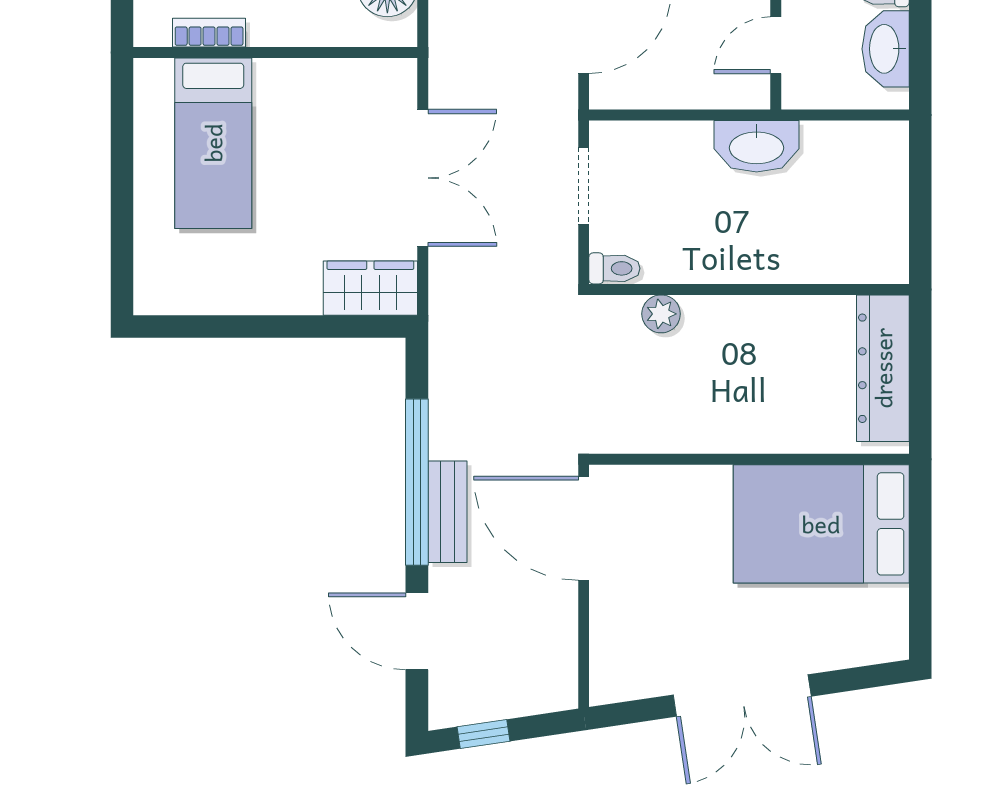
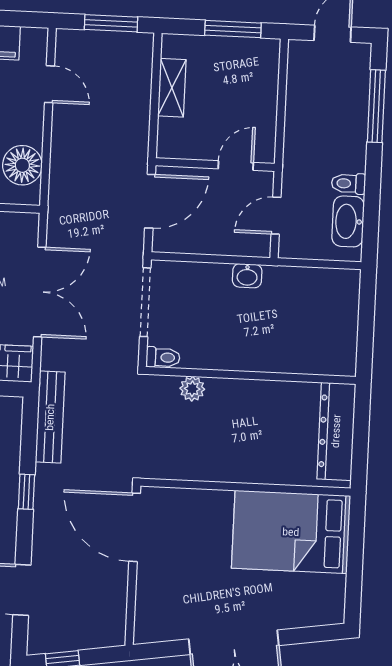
washbasin: (757, 146) -> (247, 276), width x0.52, depth x0.69
doorway: (584, 186) -> (145, 302), width x1.38
window: (417, 482) -> (26, 492), width x0.32
bench: (447, 512) -> (50, 417), moved, width x1.36

